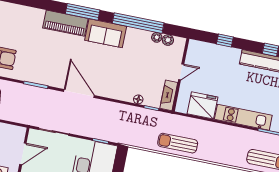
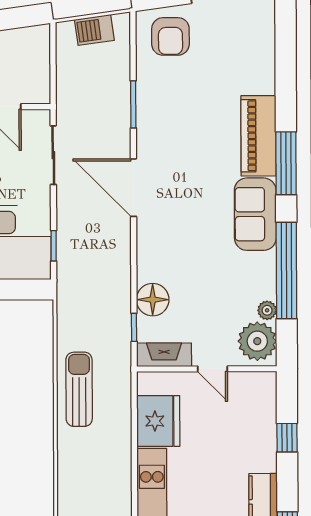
plant: (168, 40) -> (257, 341), width x1.88, depth x1.88
door: (79, 93) -> (133, 188), swing flipped
floor lamp: (138, 99) -> (153, 300), width x1.89, depth x1.89

